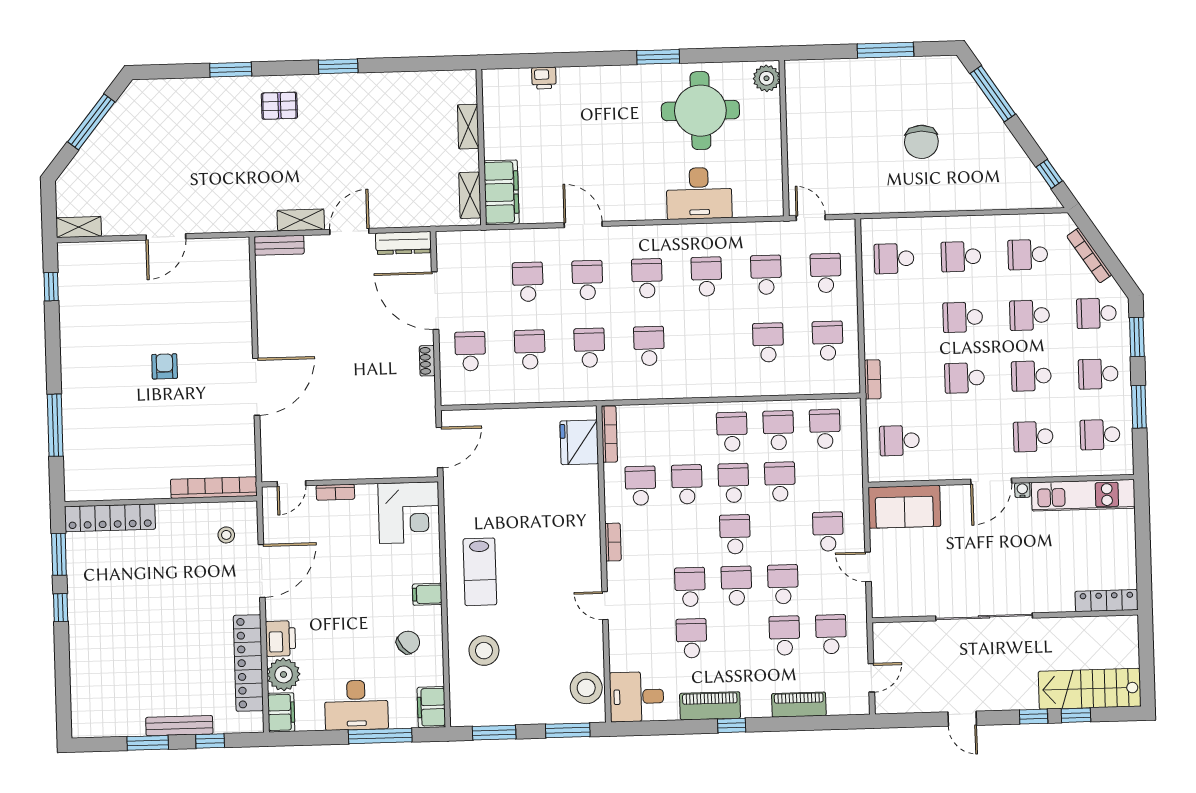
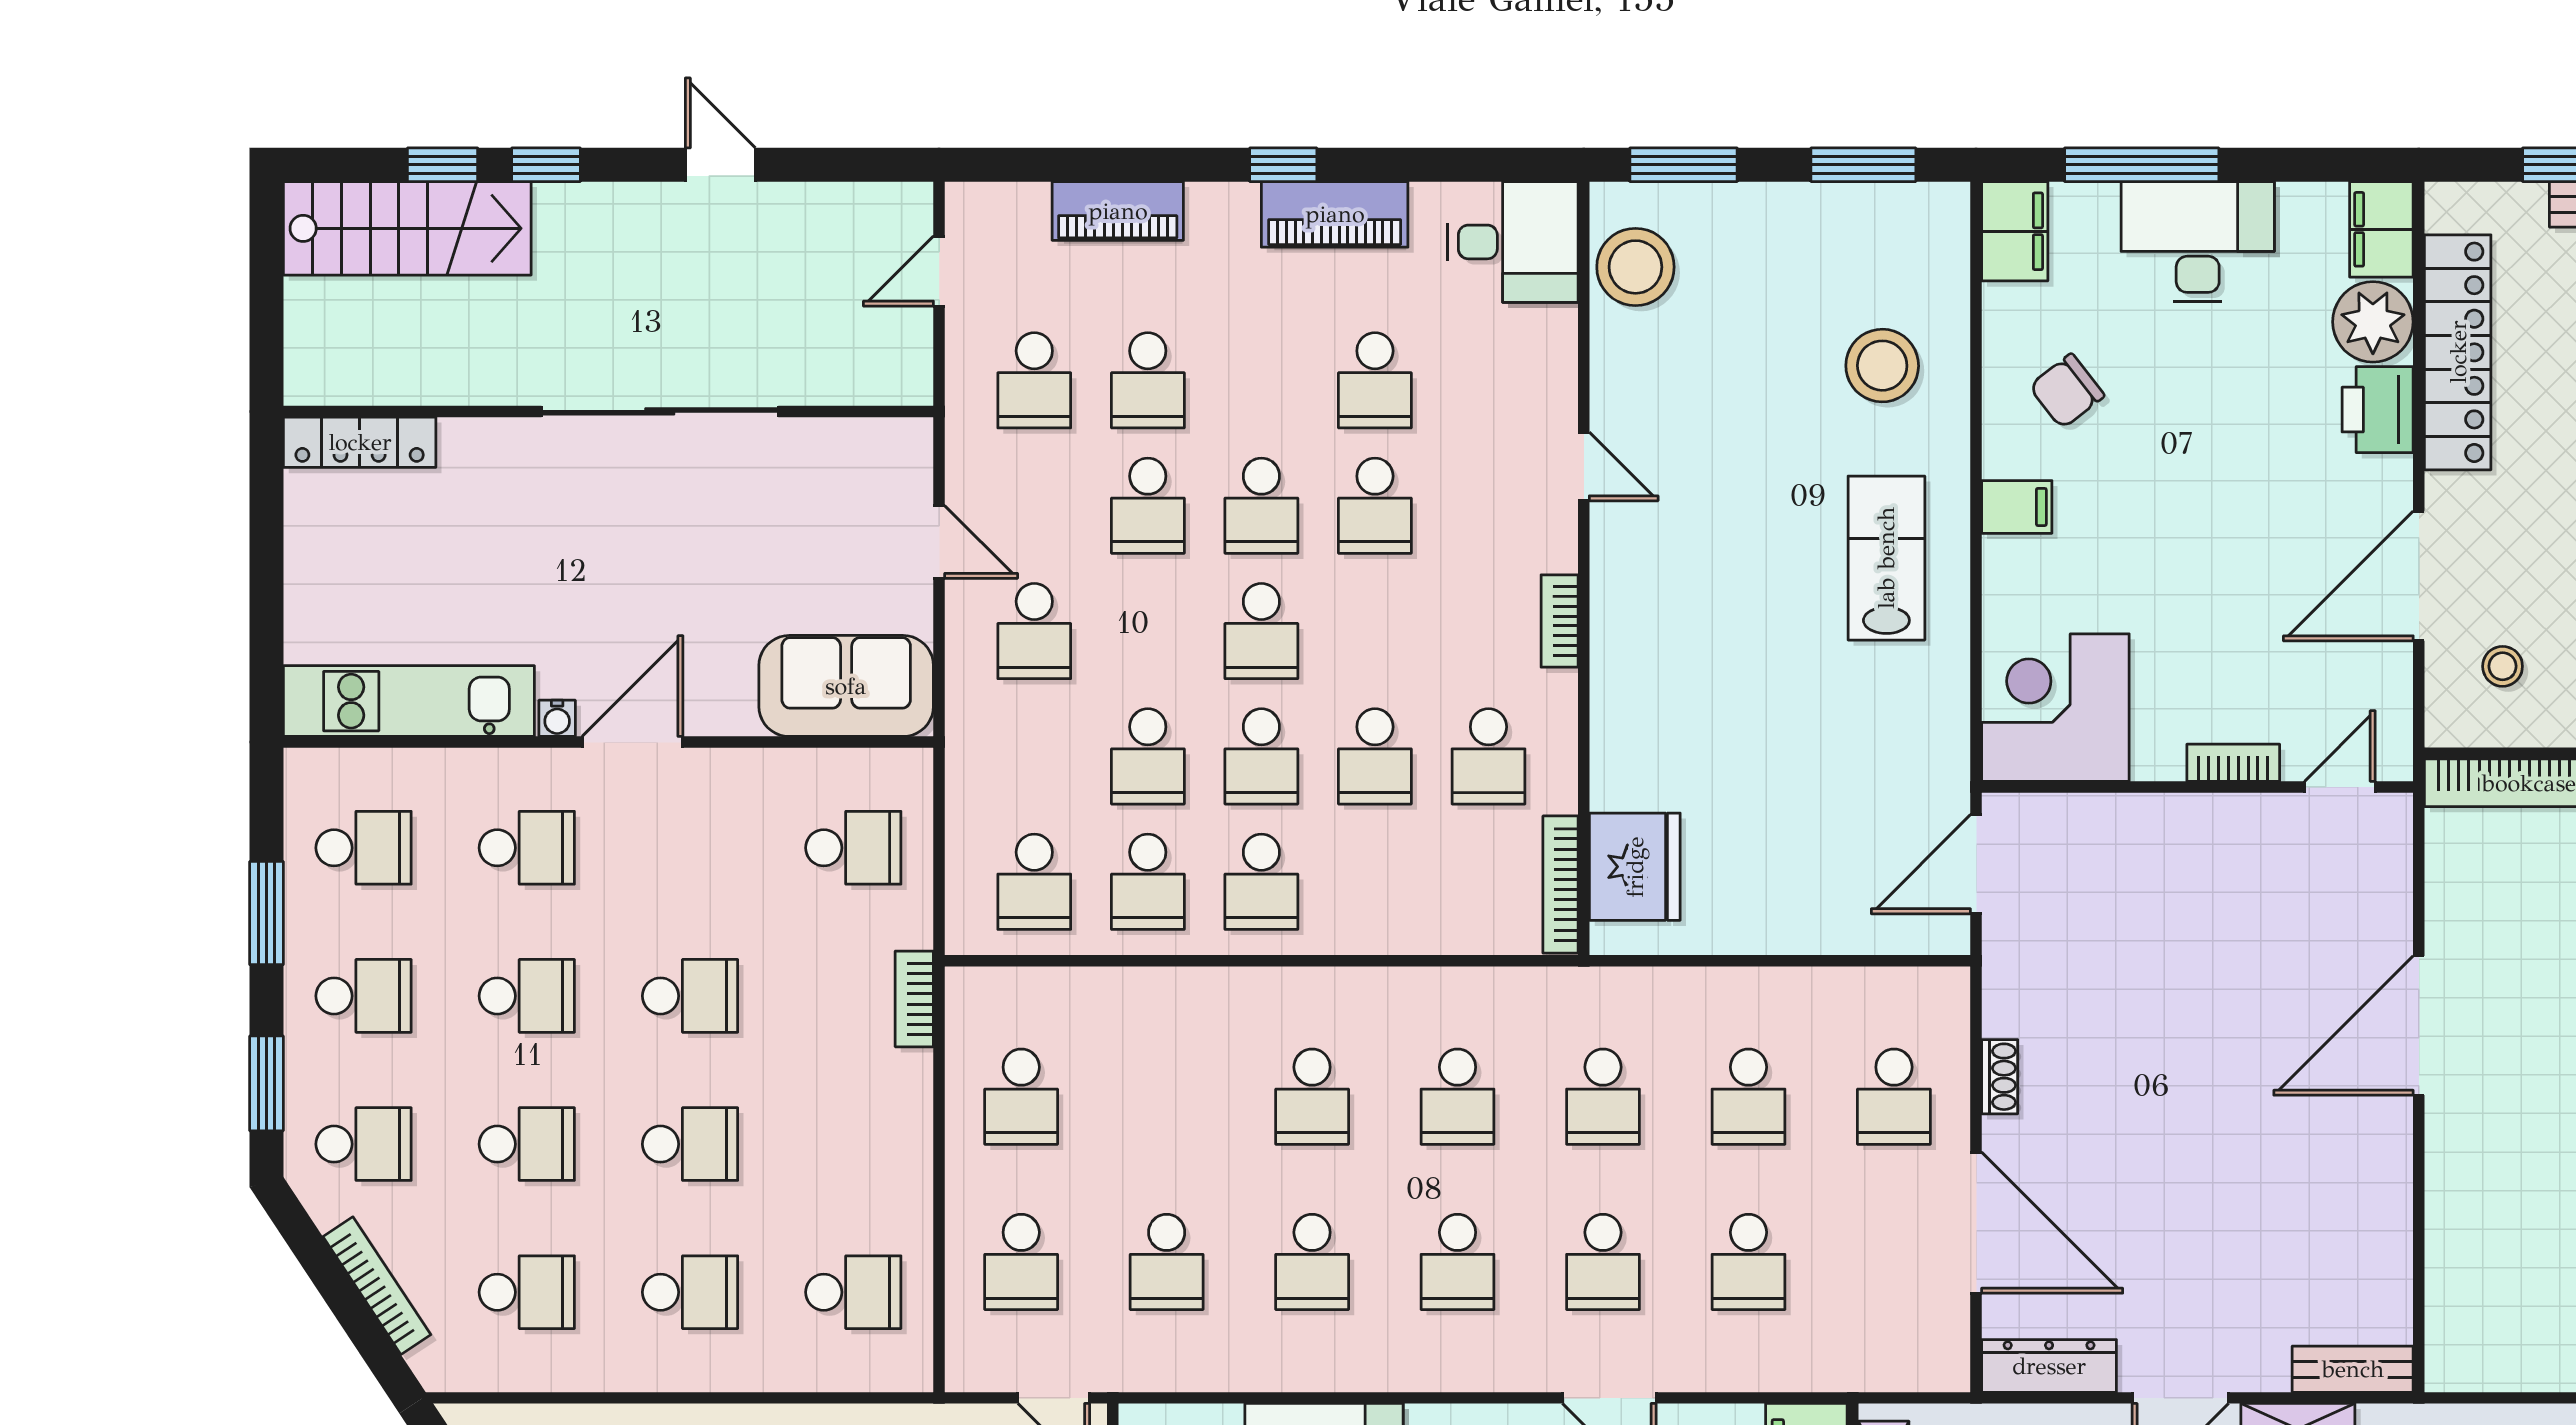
school desk: (768, 342) -> (1312, 1097), moved

